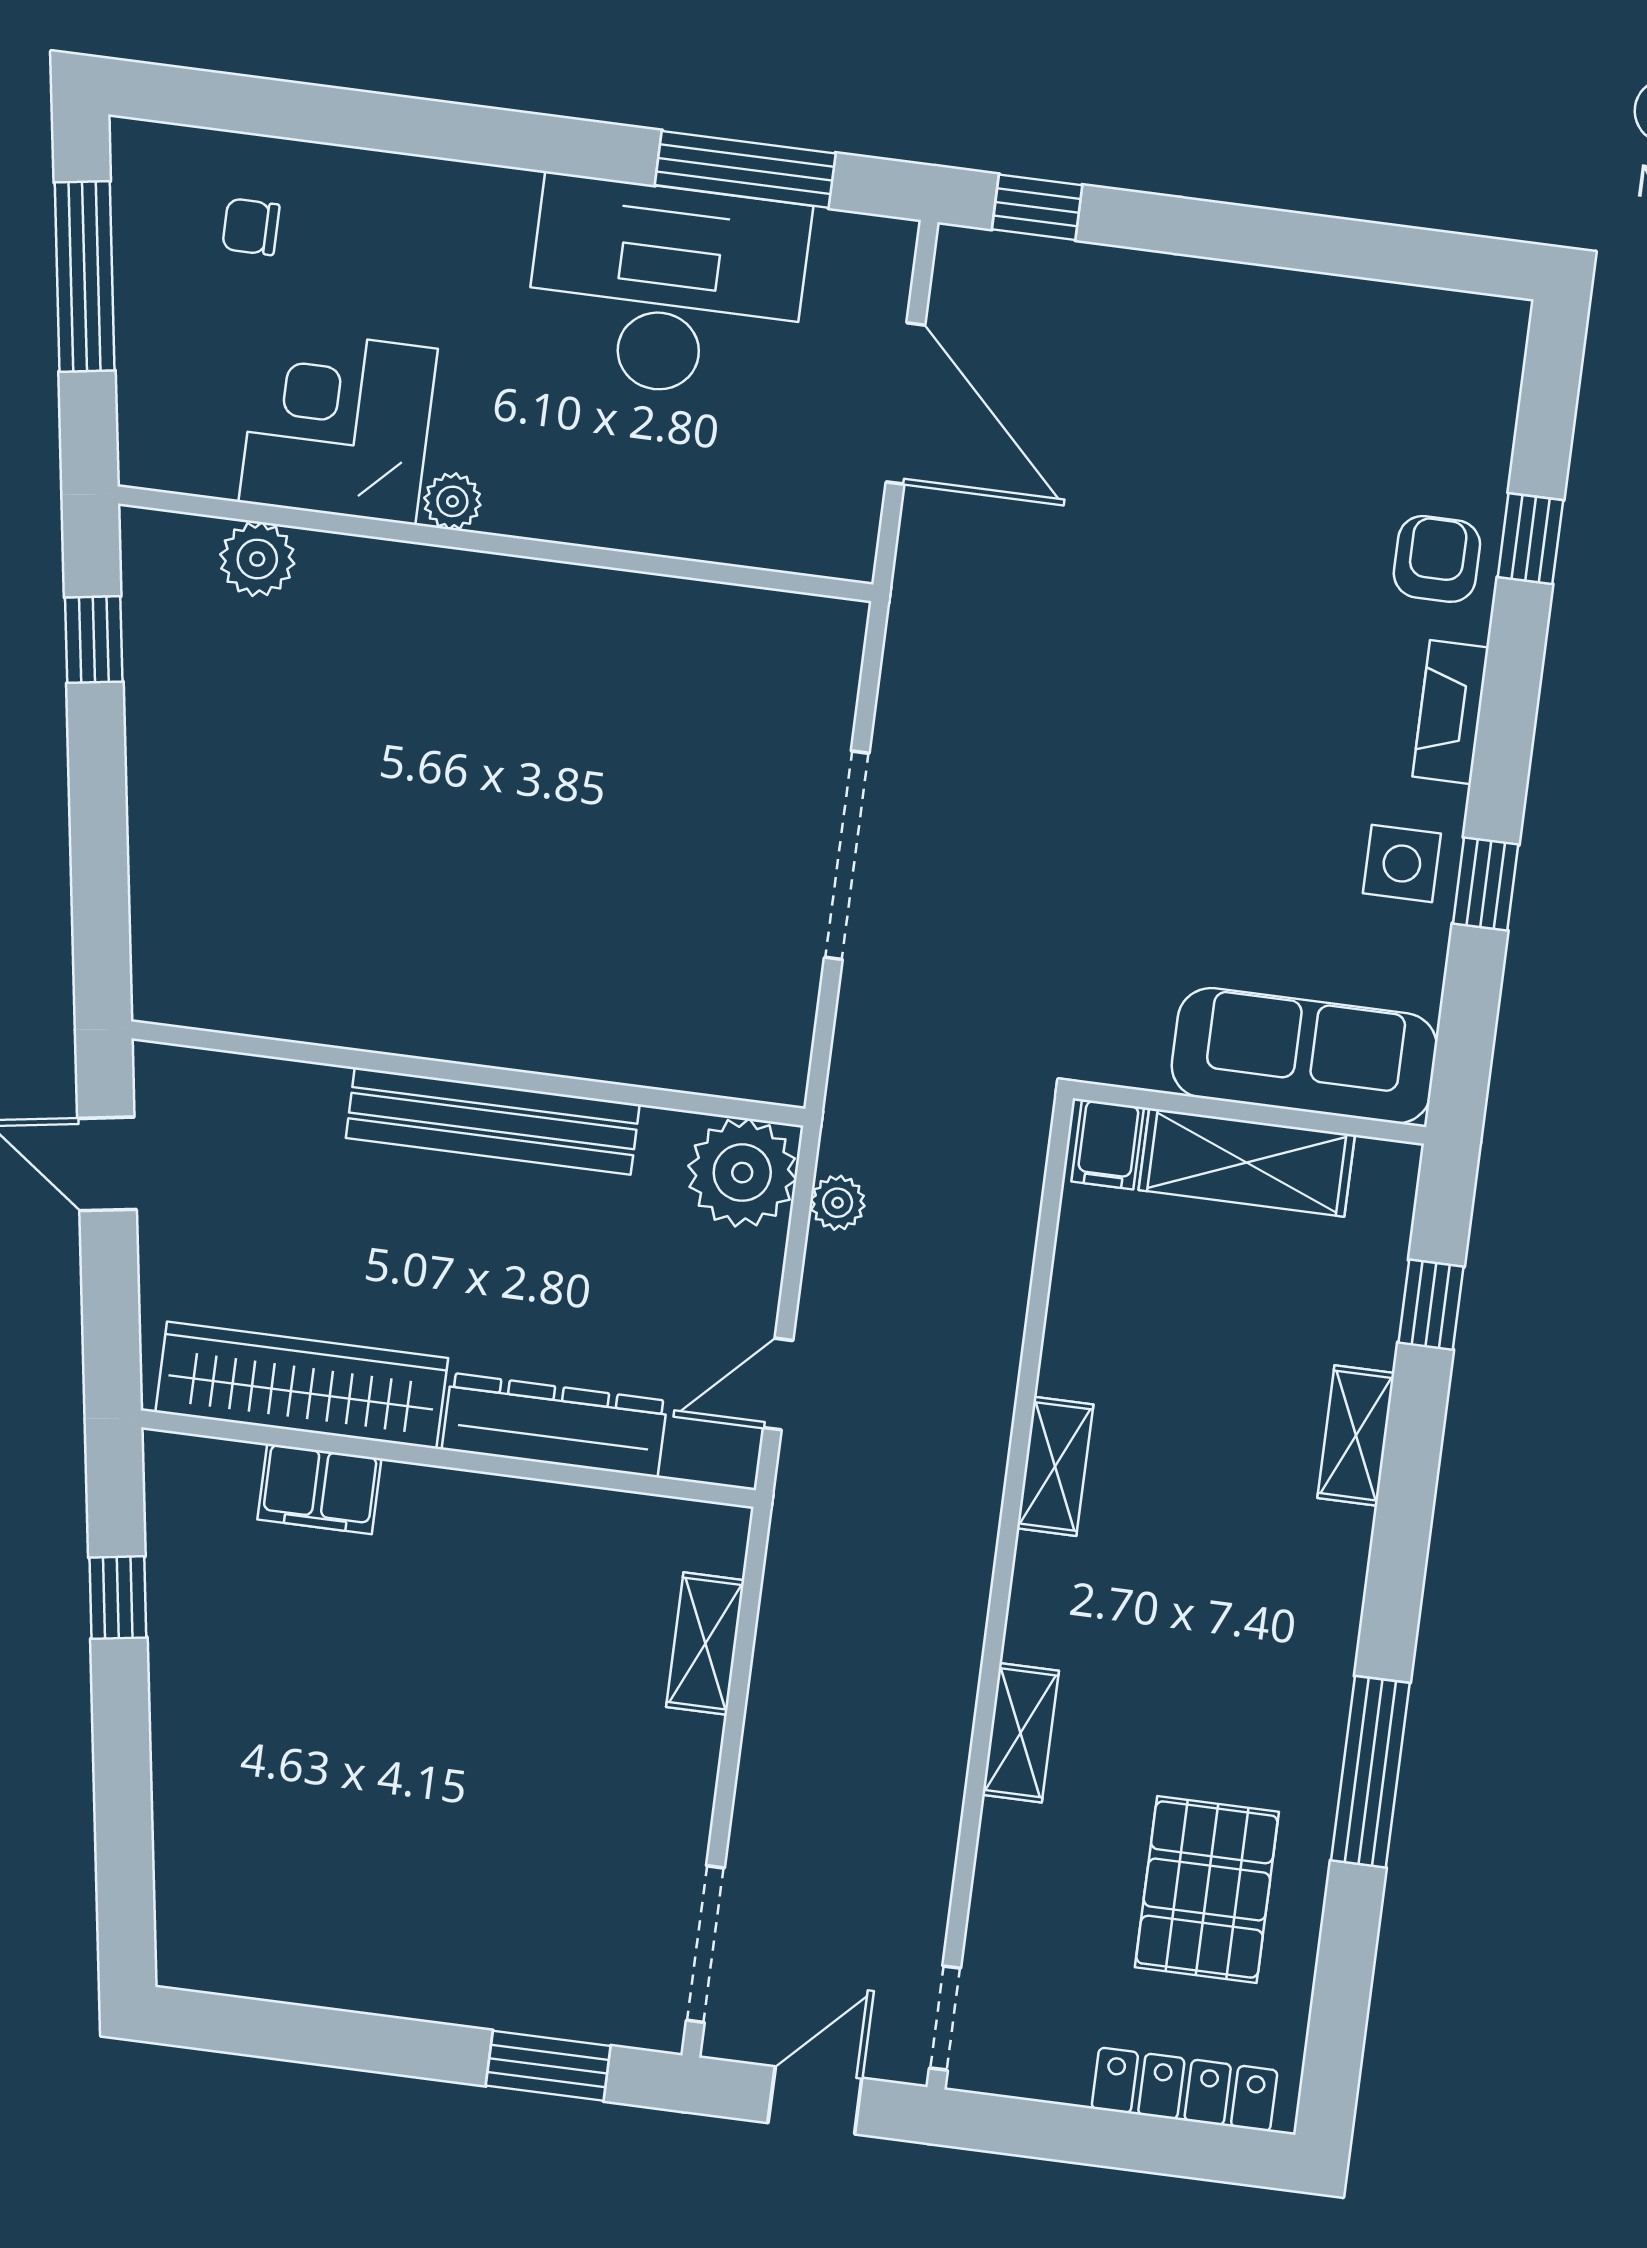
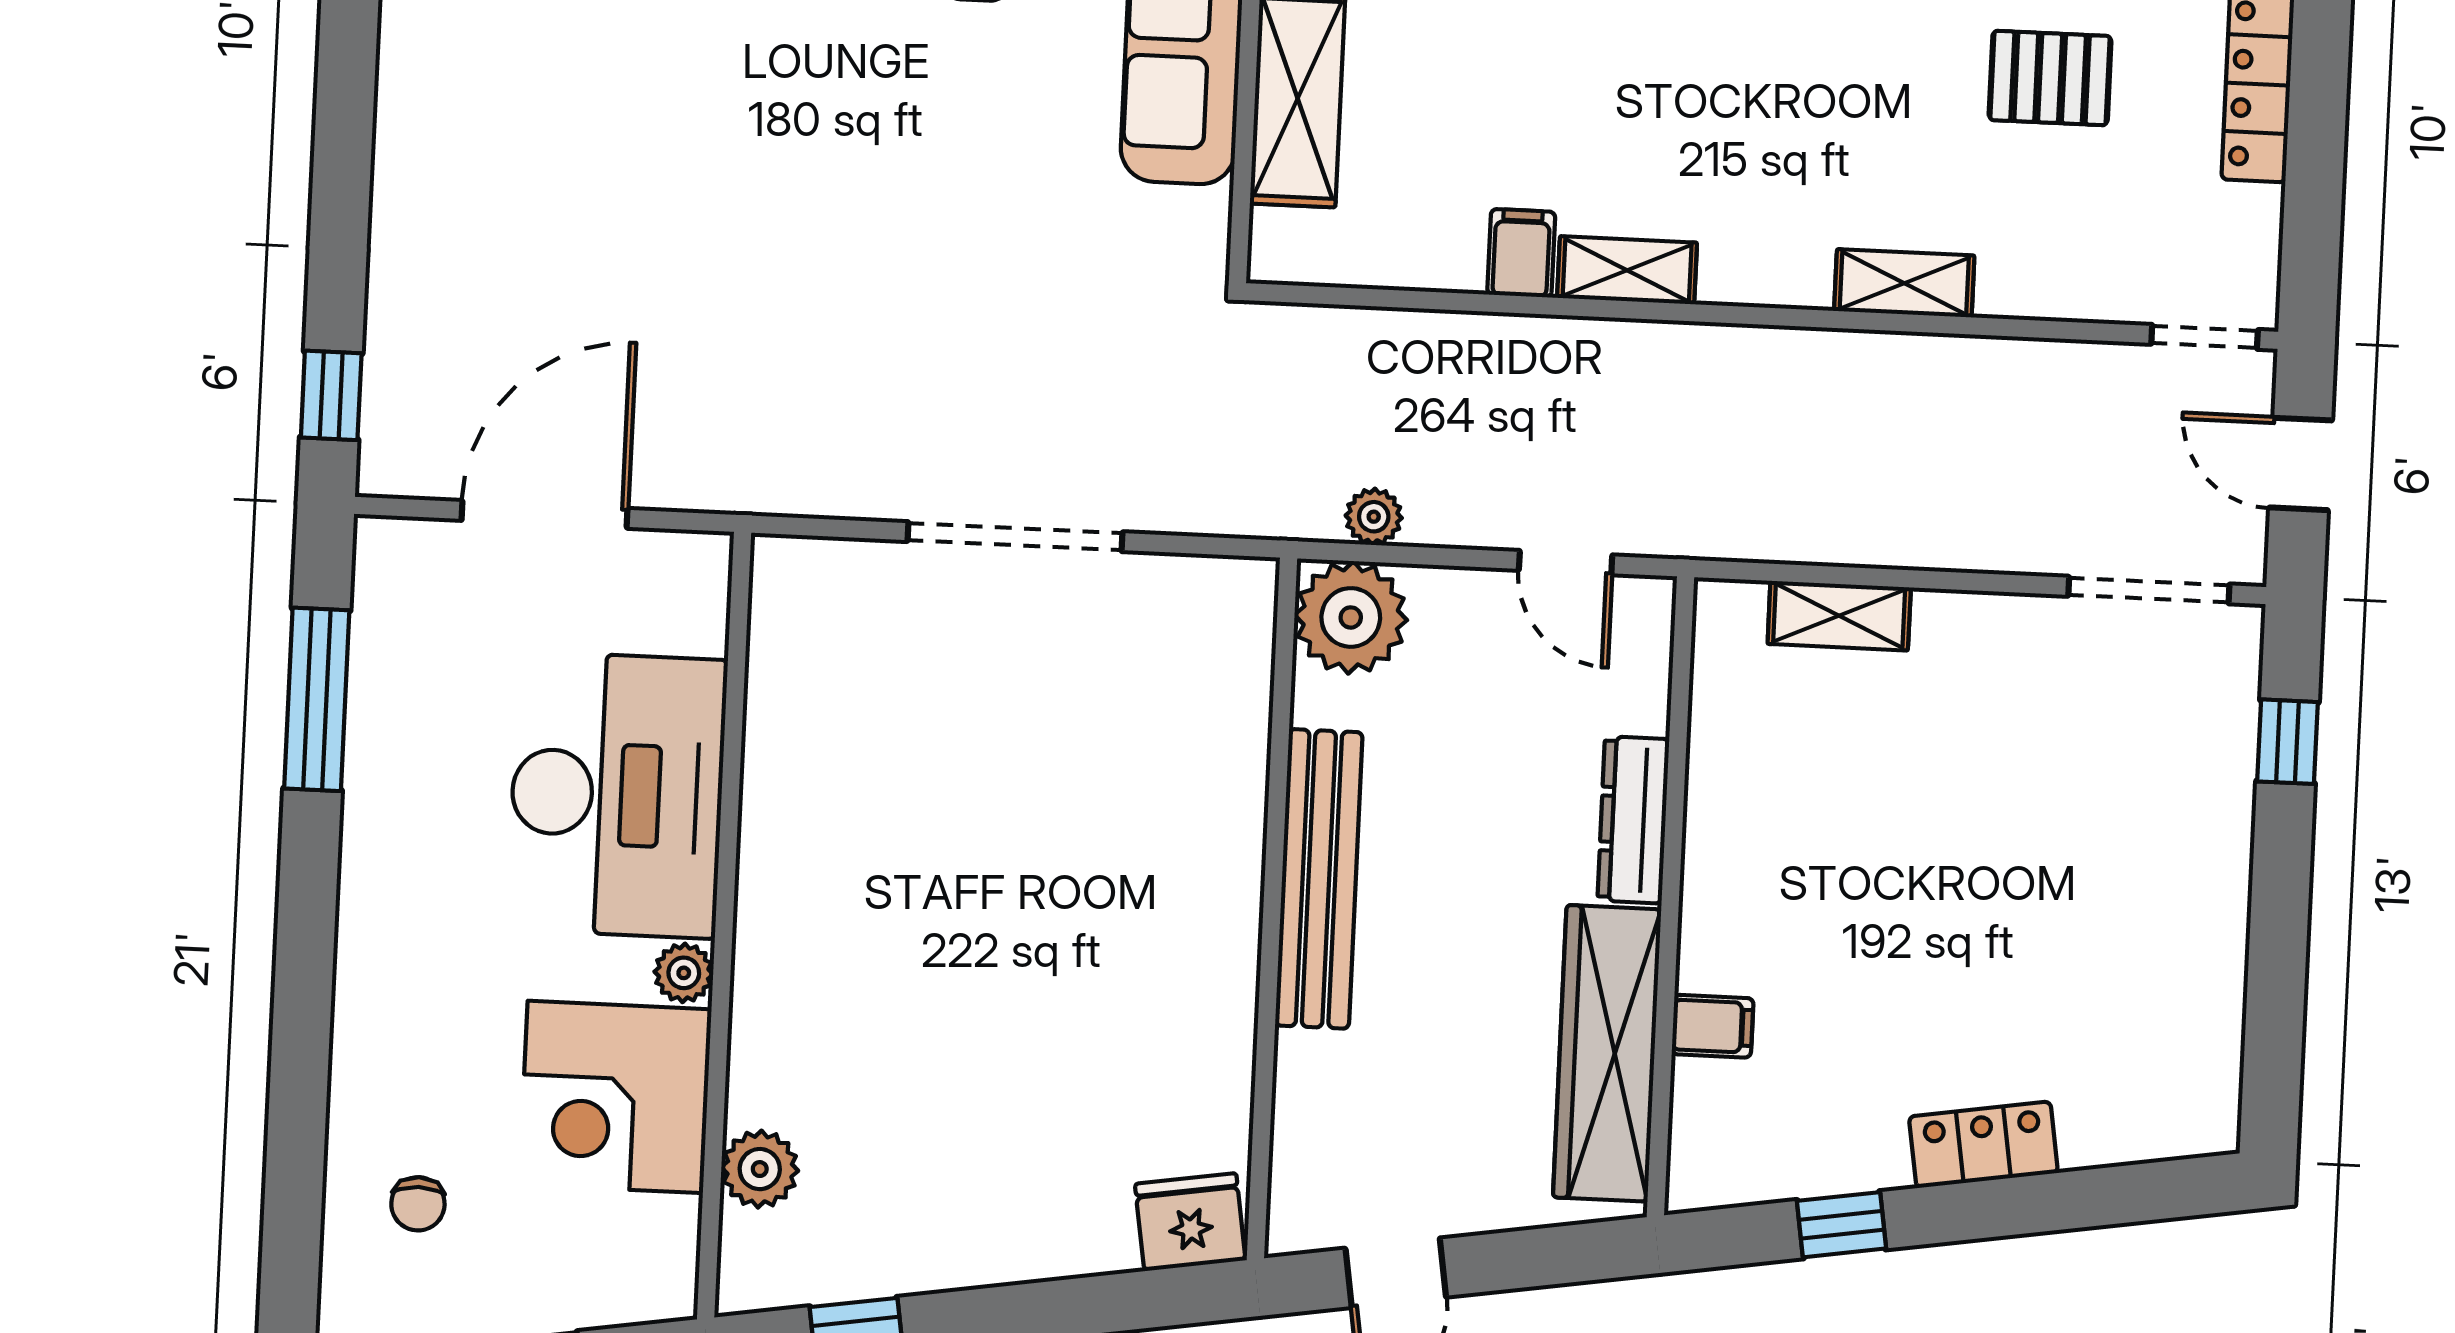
desk: (666, 289) -> (617, 795), moved, turned 180
fridge: (172, 970) -> (1190, 1222), added
filing cabinet: (1108, 1145) -> (1521, 253), moved, turned -90
dresser: (555, 1425) -> (1633, 820), width x0.73, depth x0.80
filing cabinet: (319, 1489) -> (1713, 1026), width x0.50
locker: (184, 1741) -> (1983, 1145), added
pallet: (1207, 1890) -> (2050, 78), width x0.67, depth x0.71
window: (548, 2066) -> (2287, 742), width x0.67

